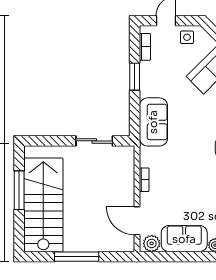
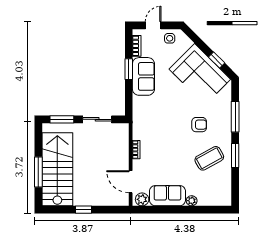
sofa: (153, 122) -> (143, 76), moved
window: (49, 141) -> (62, 119), added
window: (19, 190) -> (38, 172), moved
window: (77, 257) -> (83, 210), width x0.46

